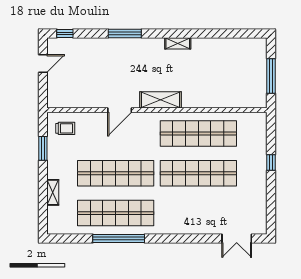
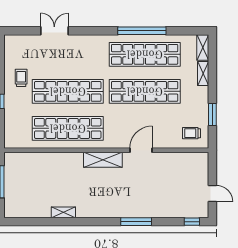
shelving: (178, 43) -> (63, 212), moved
door: (43, 64) -> (212, 193), swing flipped
trolley: (248, 188) -> (21, 78), added
shelving: (53, 220) -> (203, 47), added
double door: (237, 238) -> (54, 31), moved

